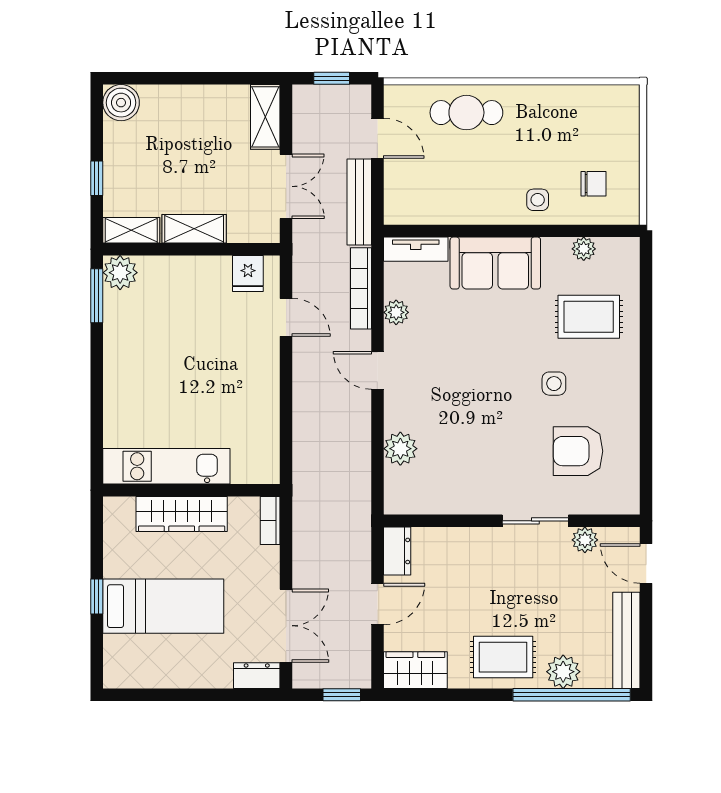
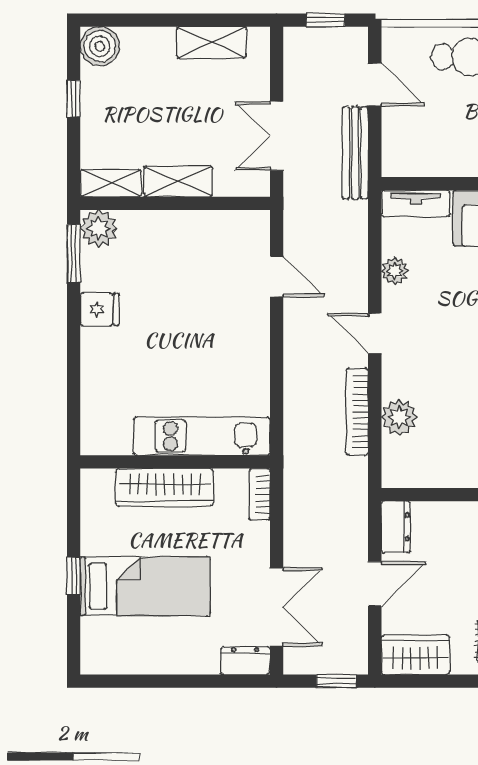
shelving: (265, 117) -> (212, 42), moved, turned 90
window: (97, 178) -> (74, 98), moved
double door: (286, 186) -> (277, 136), swing flipped
fridge: (248, 273) -> (100, 309), moved, turned -90
bookcase: (361, 288) -> (357, 412), moved
kitchen unit: (166, 466) -> (202, 436), moved

